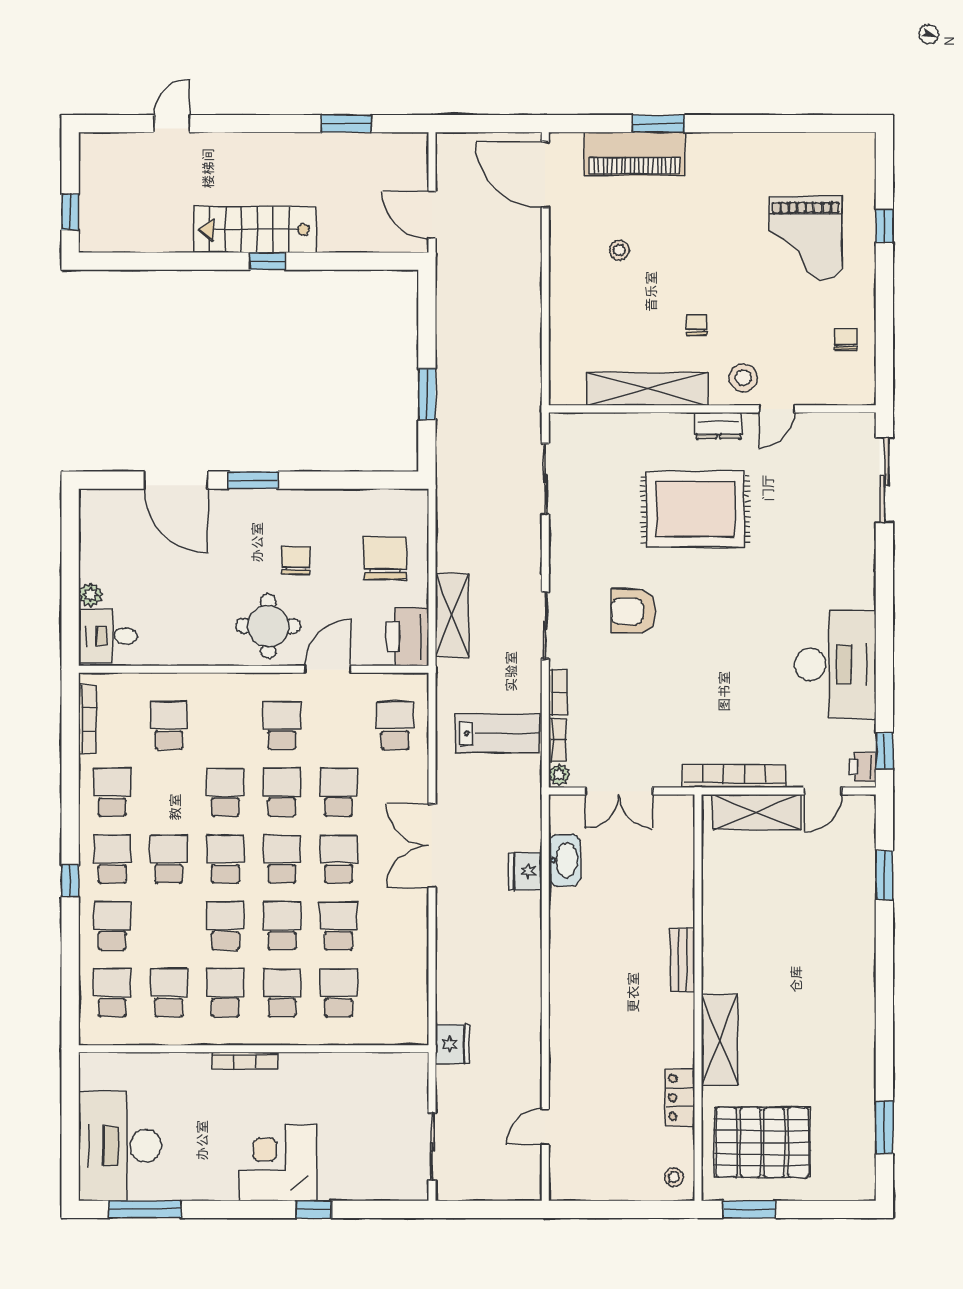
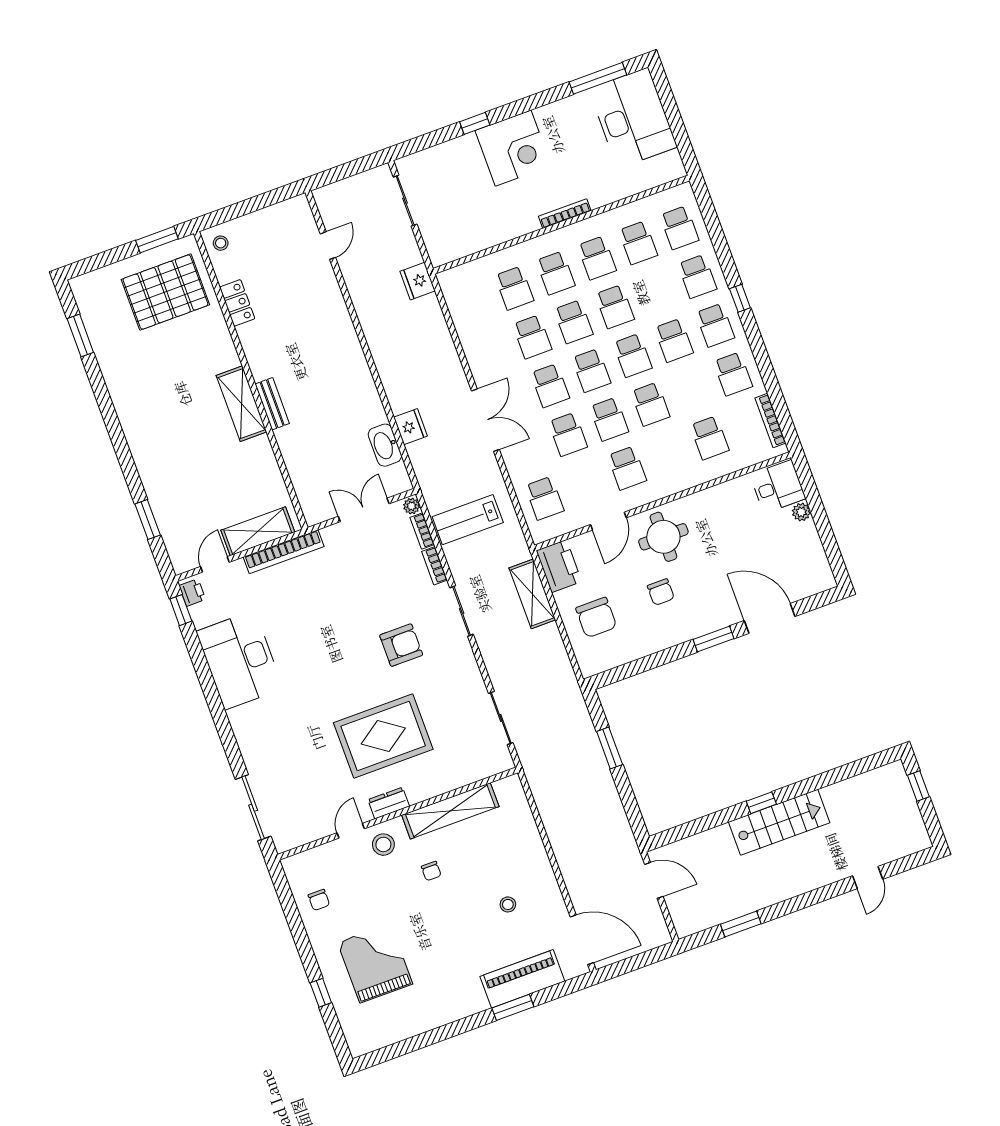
shelving: (720, 1040) -> (241, 404), moved

